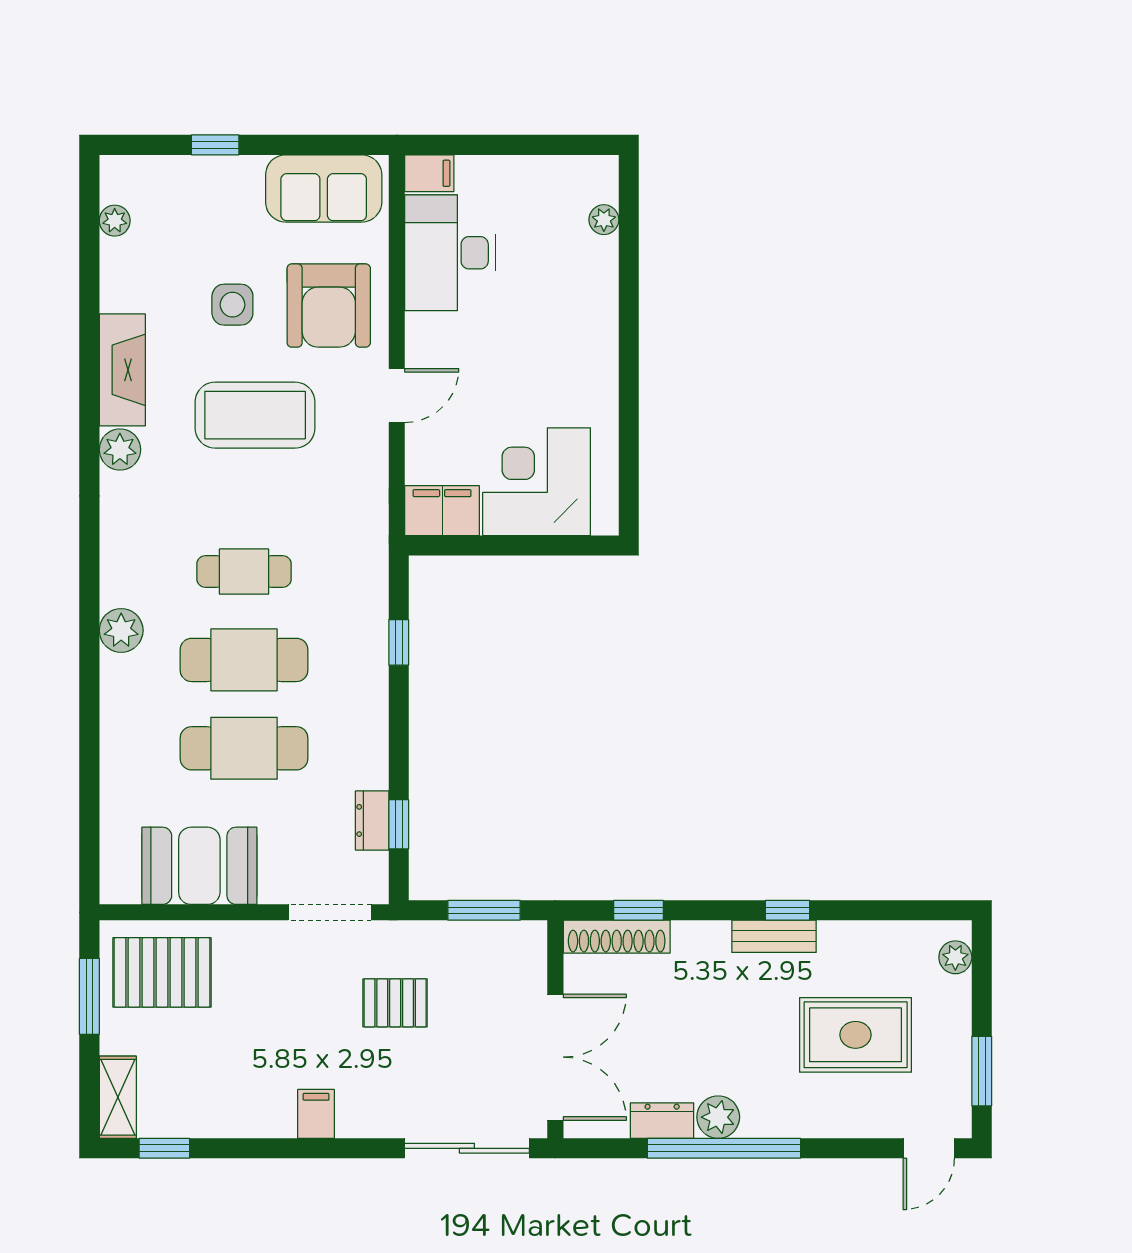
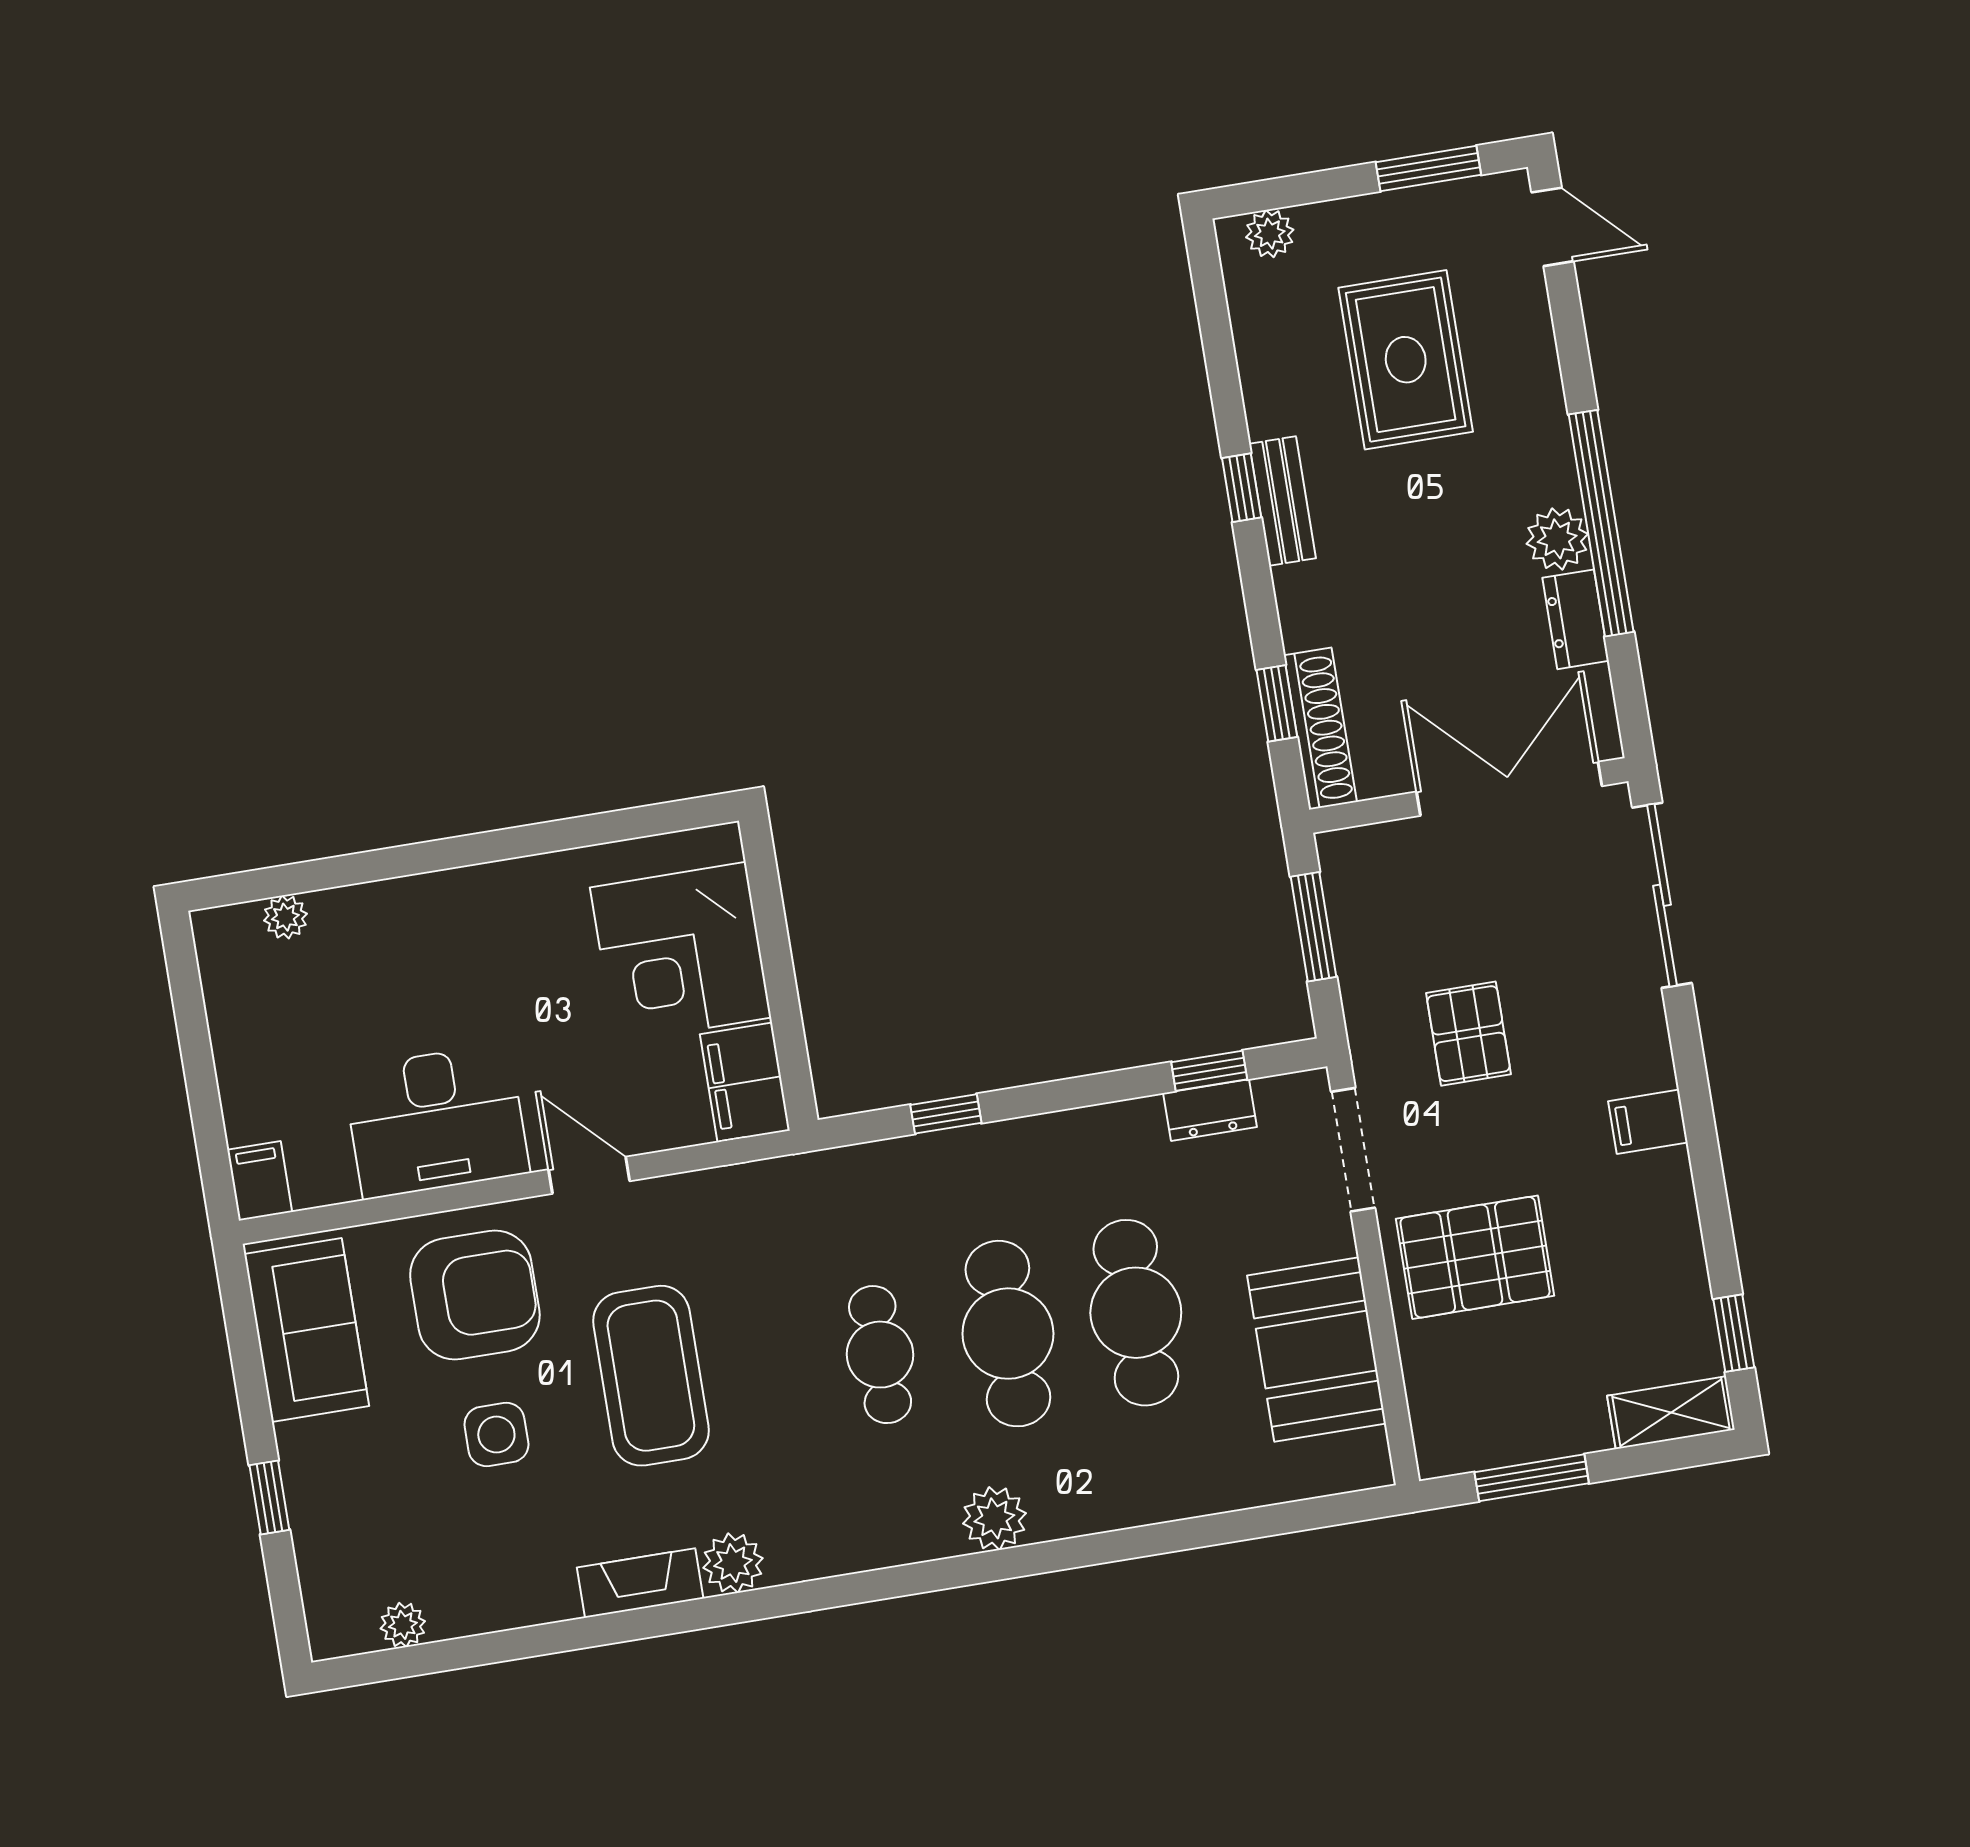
desk: (450, 253) -> (436, 1121), moved
fireplace: (122, 370) -> (640, 1583), width x0.73, depth x0.76
pallet: (162, 972) -> (1475, 1257), moved, turned 90

